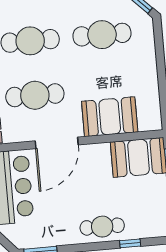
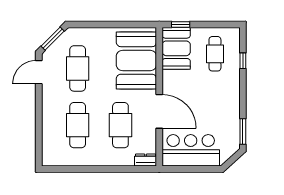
booth: (110, 117) -> (136, 60), width x1.36, depth x1.42
cafe table: (102, 227) -> (215, 54), moved

